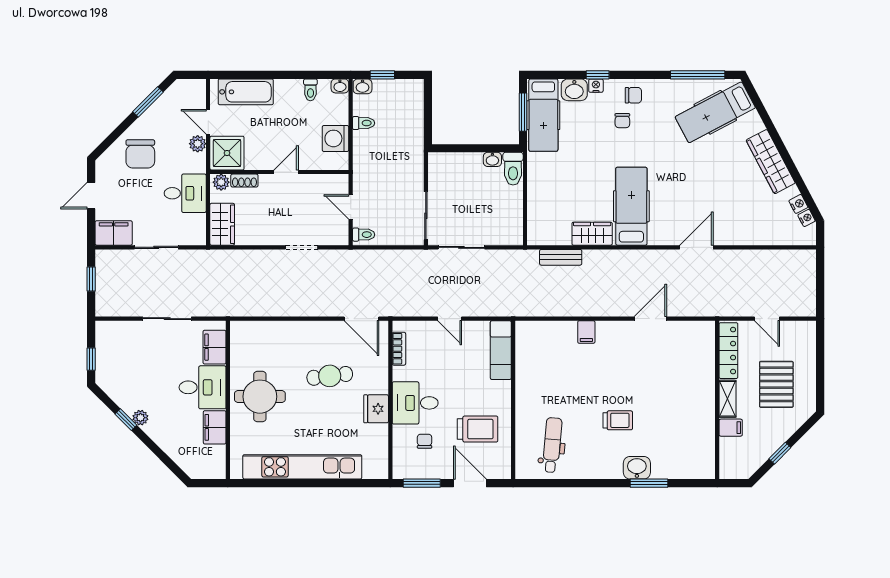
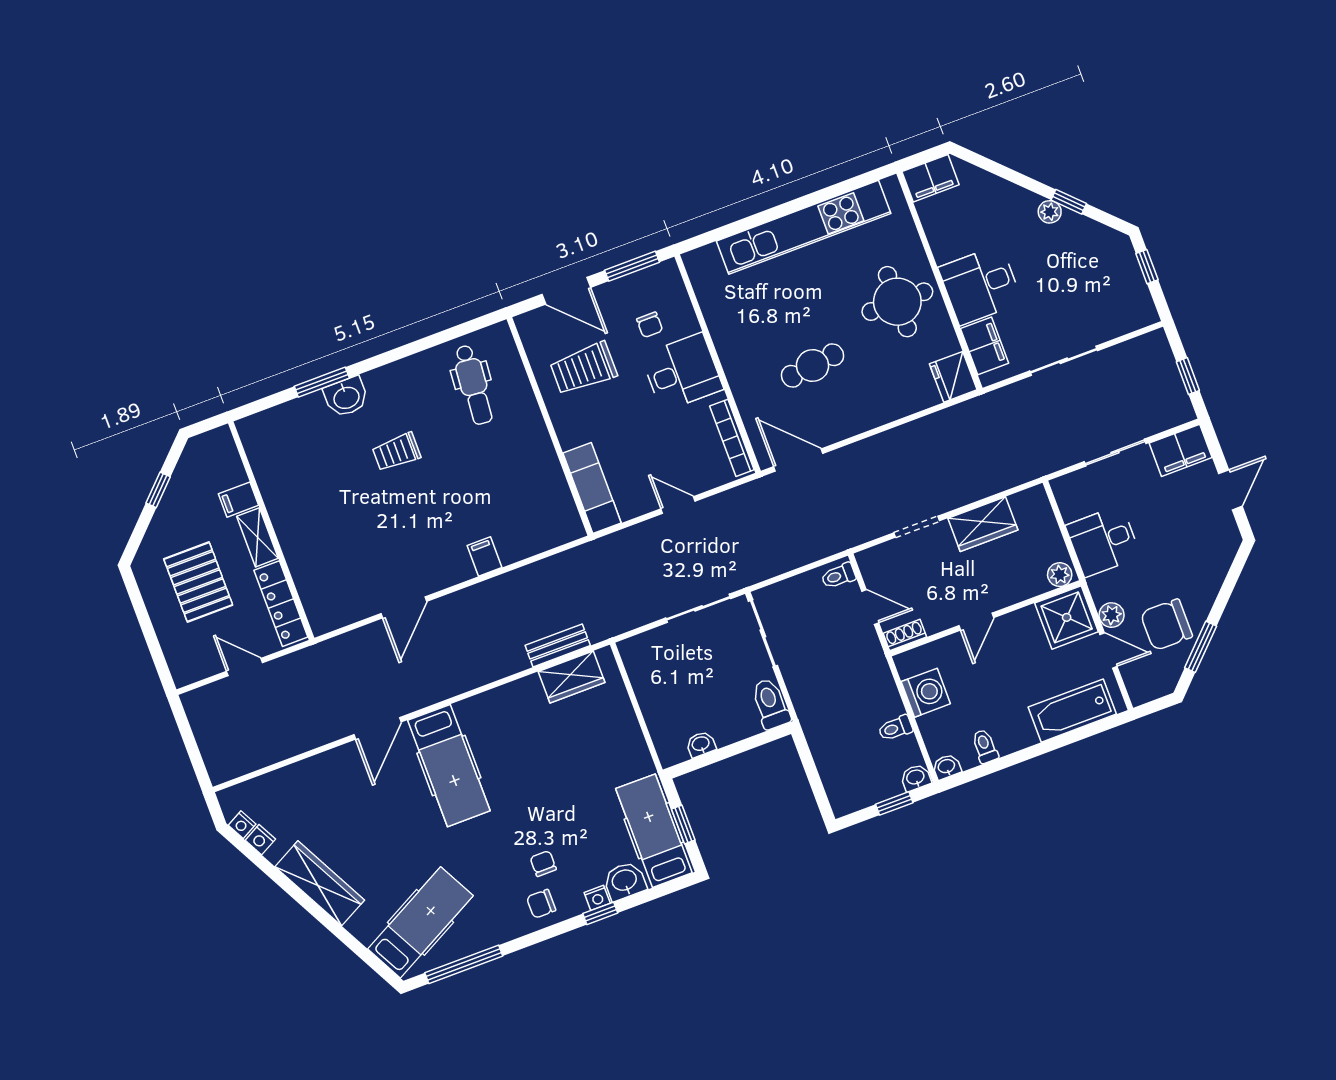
window: (523, 112) -> (683, 825), width x0.67
chair: (140, 154) -> (1166, 625), moved, turned -90
toilet: (513, 169) -> (771, 704), moved
shoe rack: (244, 181) -> (905, 635), moved
hospital bed: (631, 206) -> (449, 766), moved
wardrobe: (222, 224) -> (983, 524), moved, turned -90
wardrobe: (592, 234) -> (572, 677), moved
bookcase: (399, 349) -> (732, 438), width x1.56
fridge: (376, 409) -> (953, 377), moved, turned 180
filing cabinet: (215, 427) -> (931, 178), moved, turned 90

